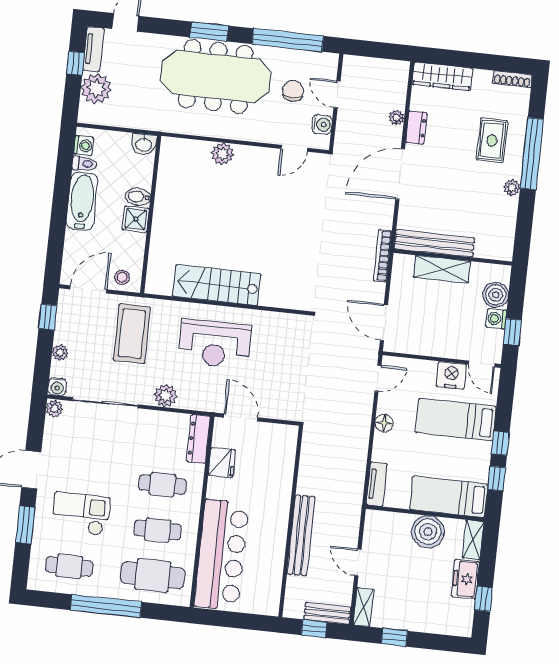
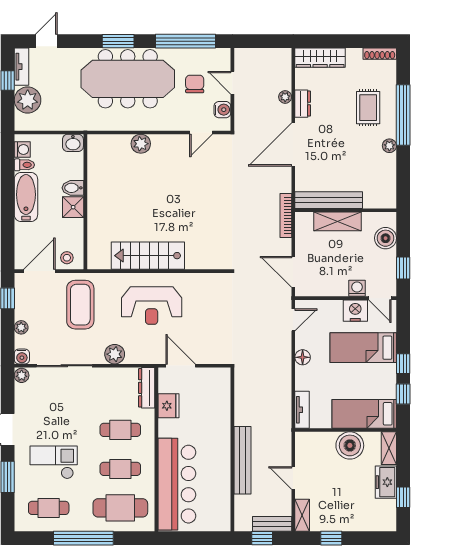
washing machine: (496, 319) -> (357, 288), moved, turned 90

